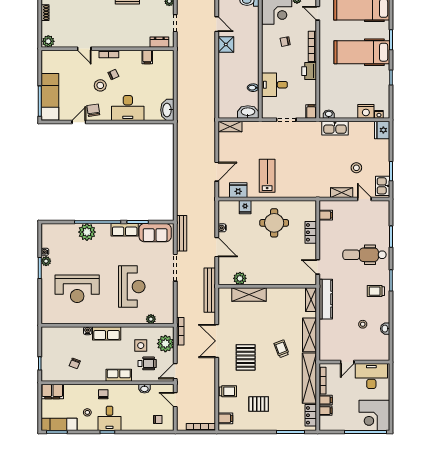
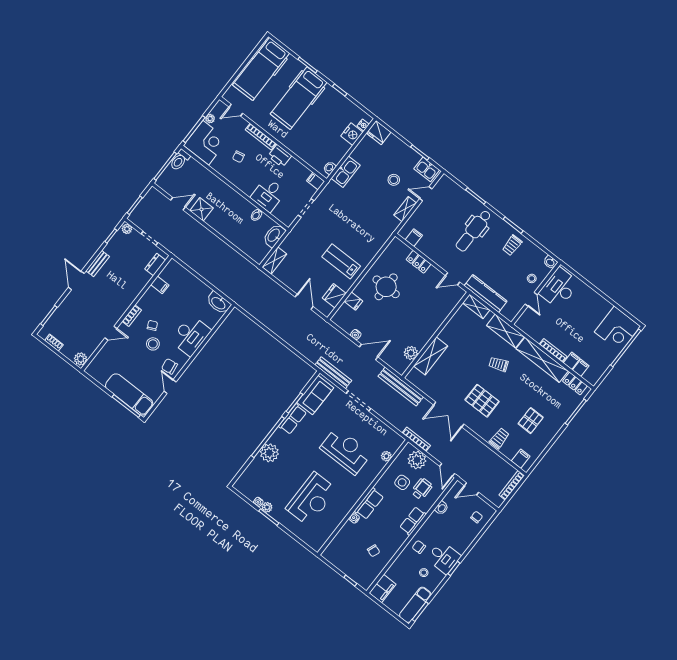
door: (347, 362) -> (531, 299), moved
wall: (354, 362) -> (536, 293), moved
desk: (371, 376) -> (559, 288), moved

